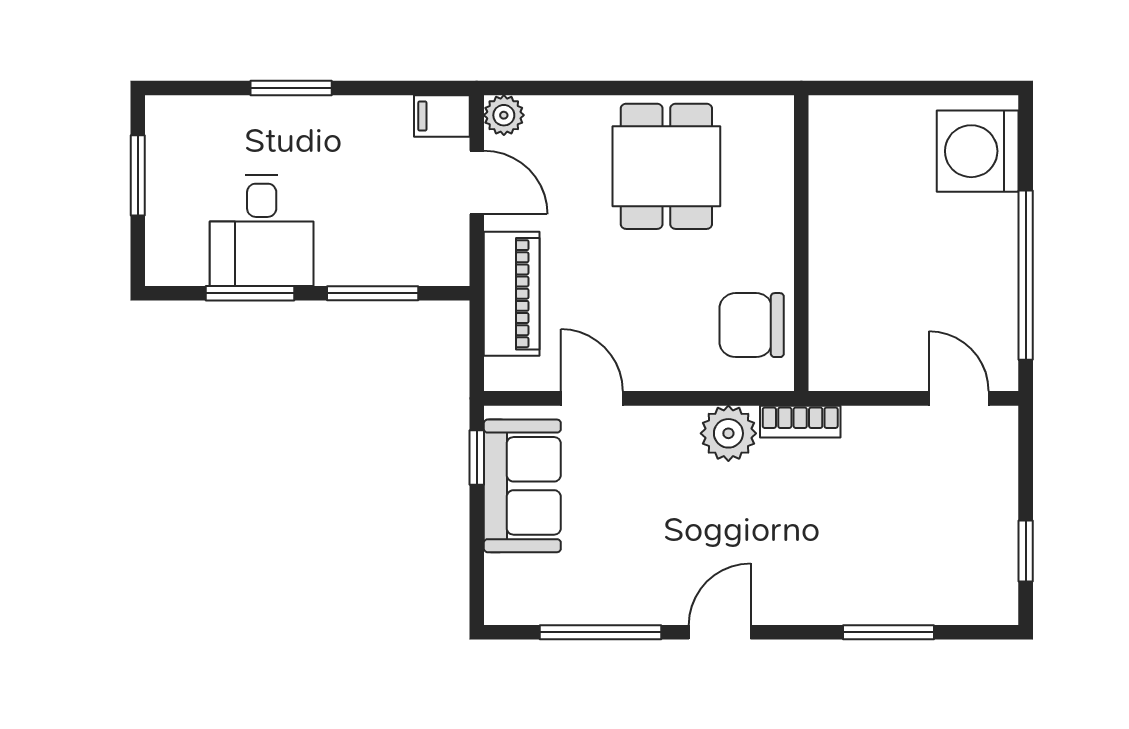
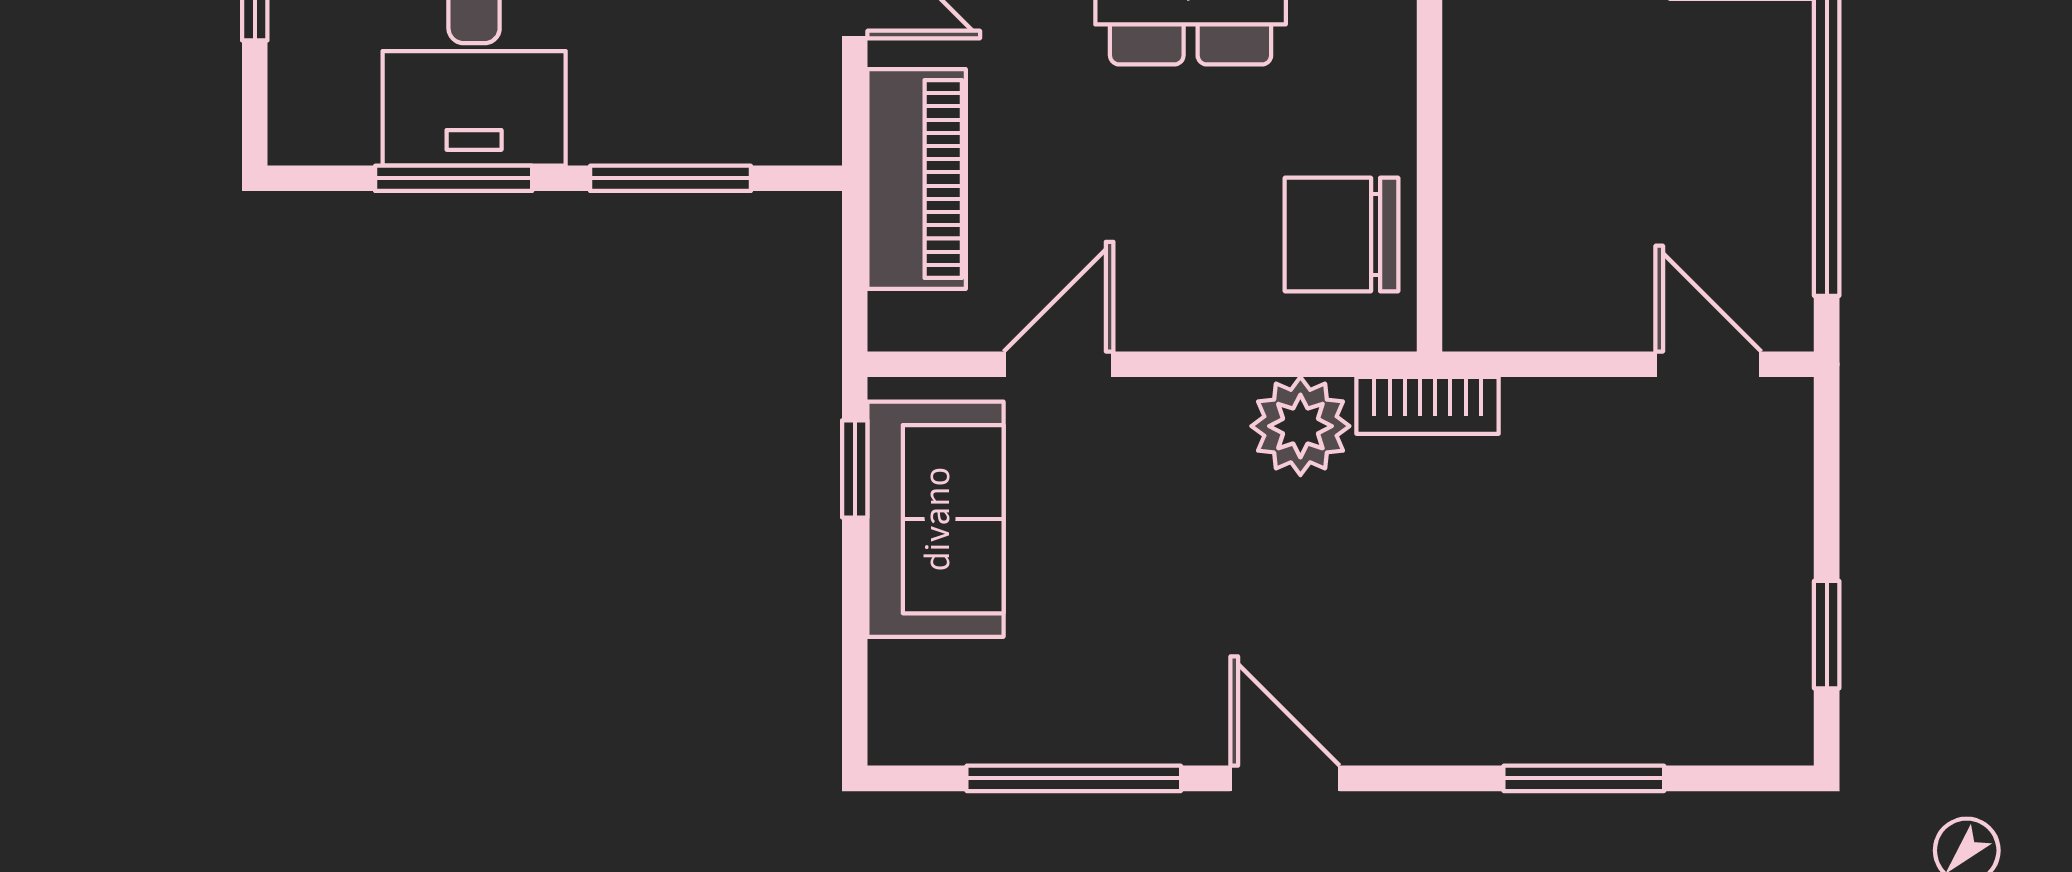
door: (592, 398) -> (1059, 364), hinge flipped
door: (720, 632) -> (1285, 778), hinge flipped

